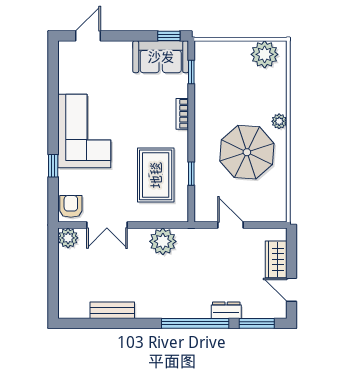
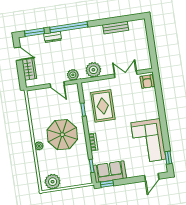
corner sofa: (84, 131) -> (148, 141), moved
parasol: (247, 152) -> (62, 135), moved
window: (53, 166) -> (168, 158), moved
plant: (68, 238) -> (73, 75), moved

